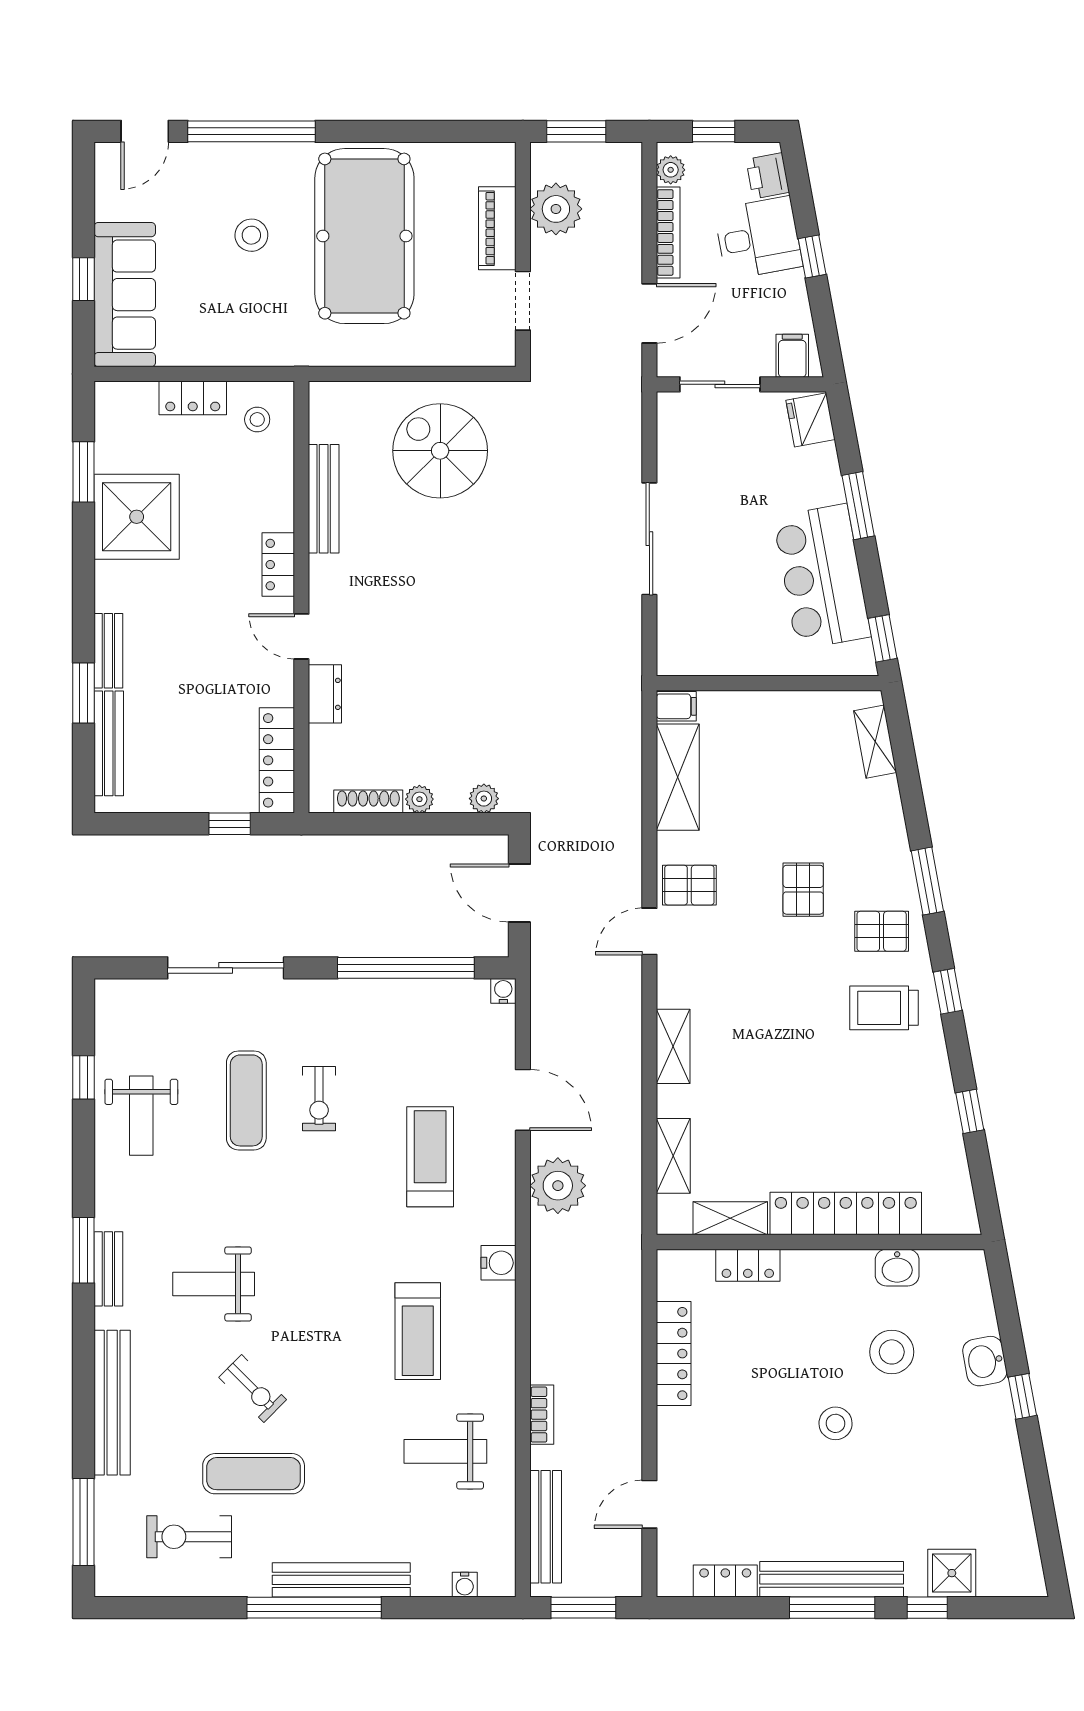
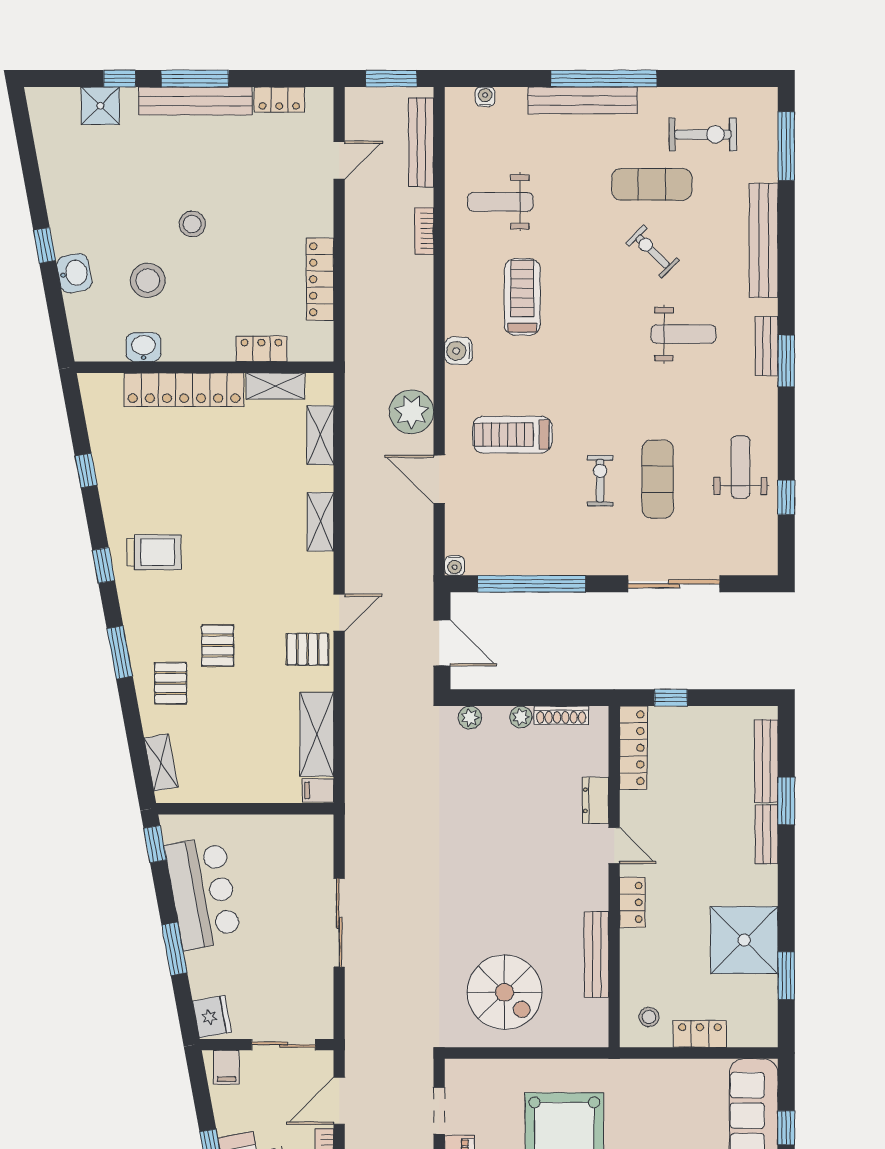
pallet: (882, 931) -> (171, 683), moved, turned 90
treadmill: (430, 1157) -> (512, 435), turned 90
weight bench: (445, 1451) -> (500, 202), turned 180

